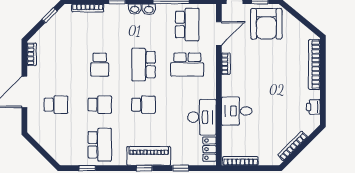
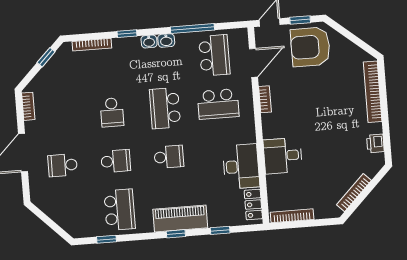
armchair: (266, 24) -> (310, 47), turned 90
school desk: (56, 105) -> (63, 165), turned 180

